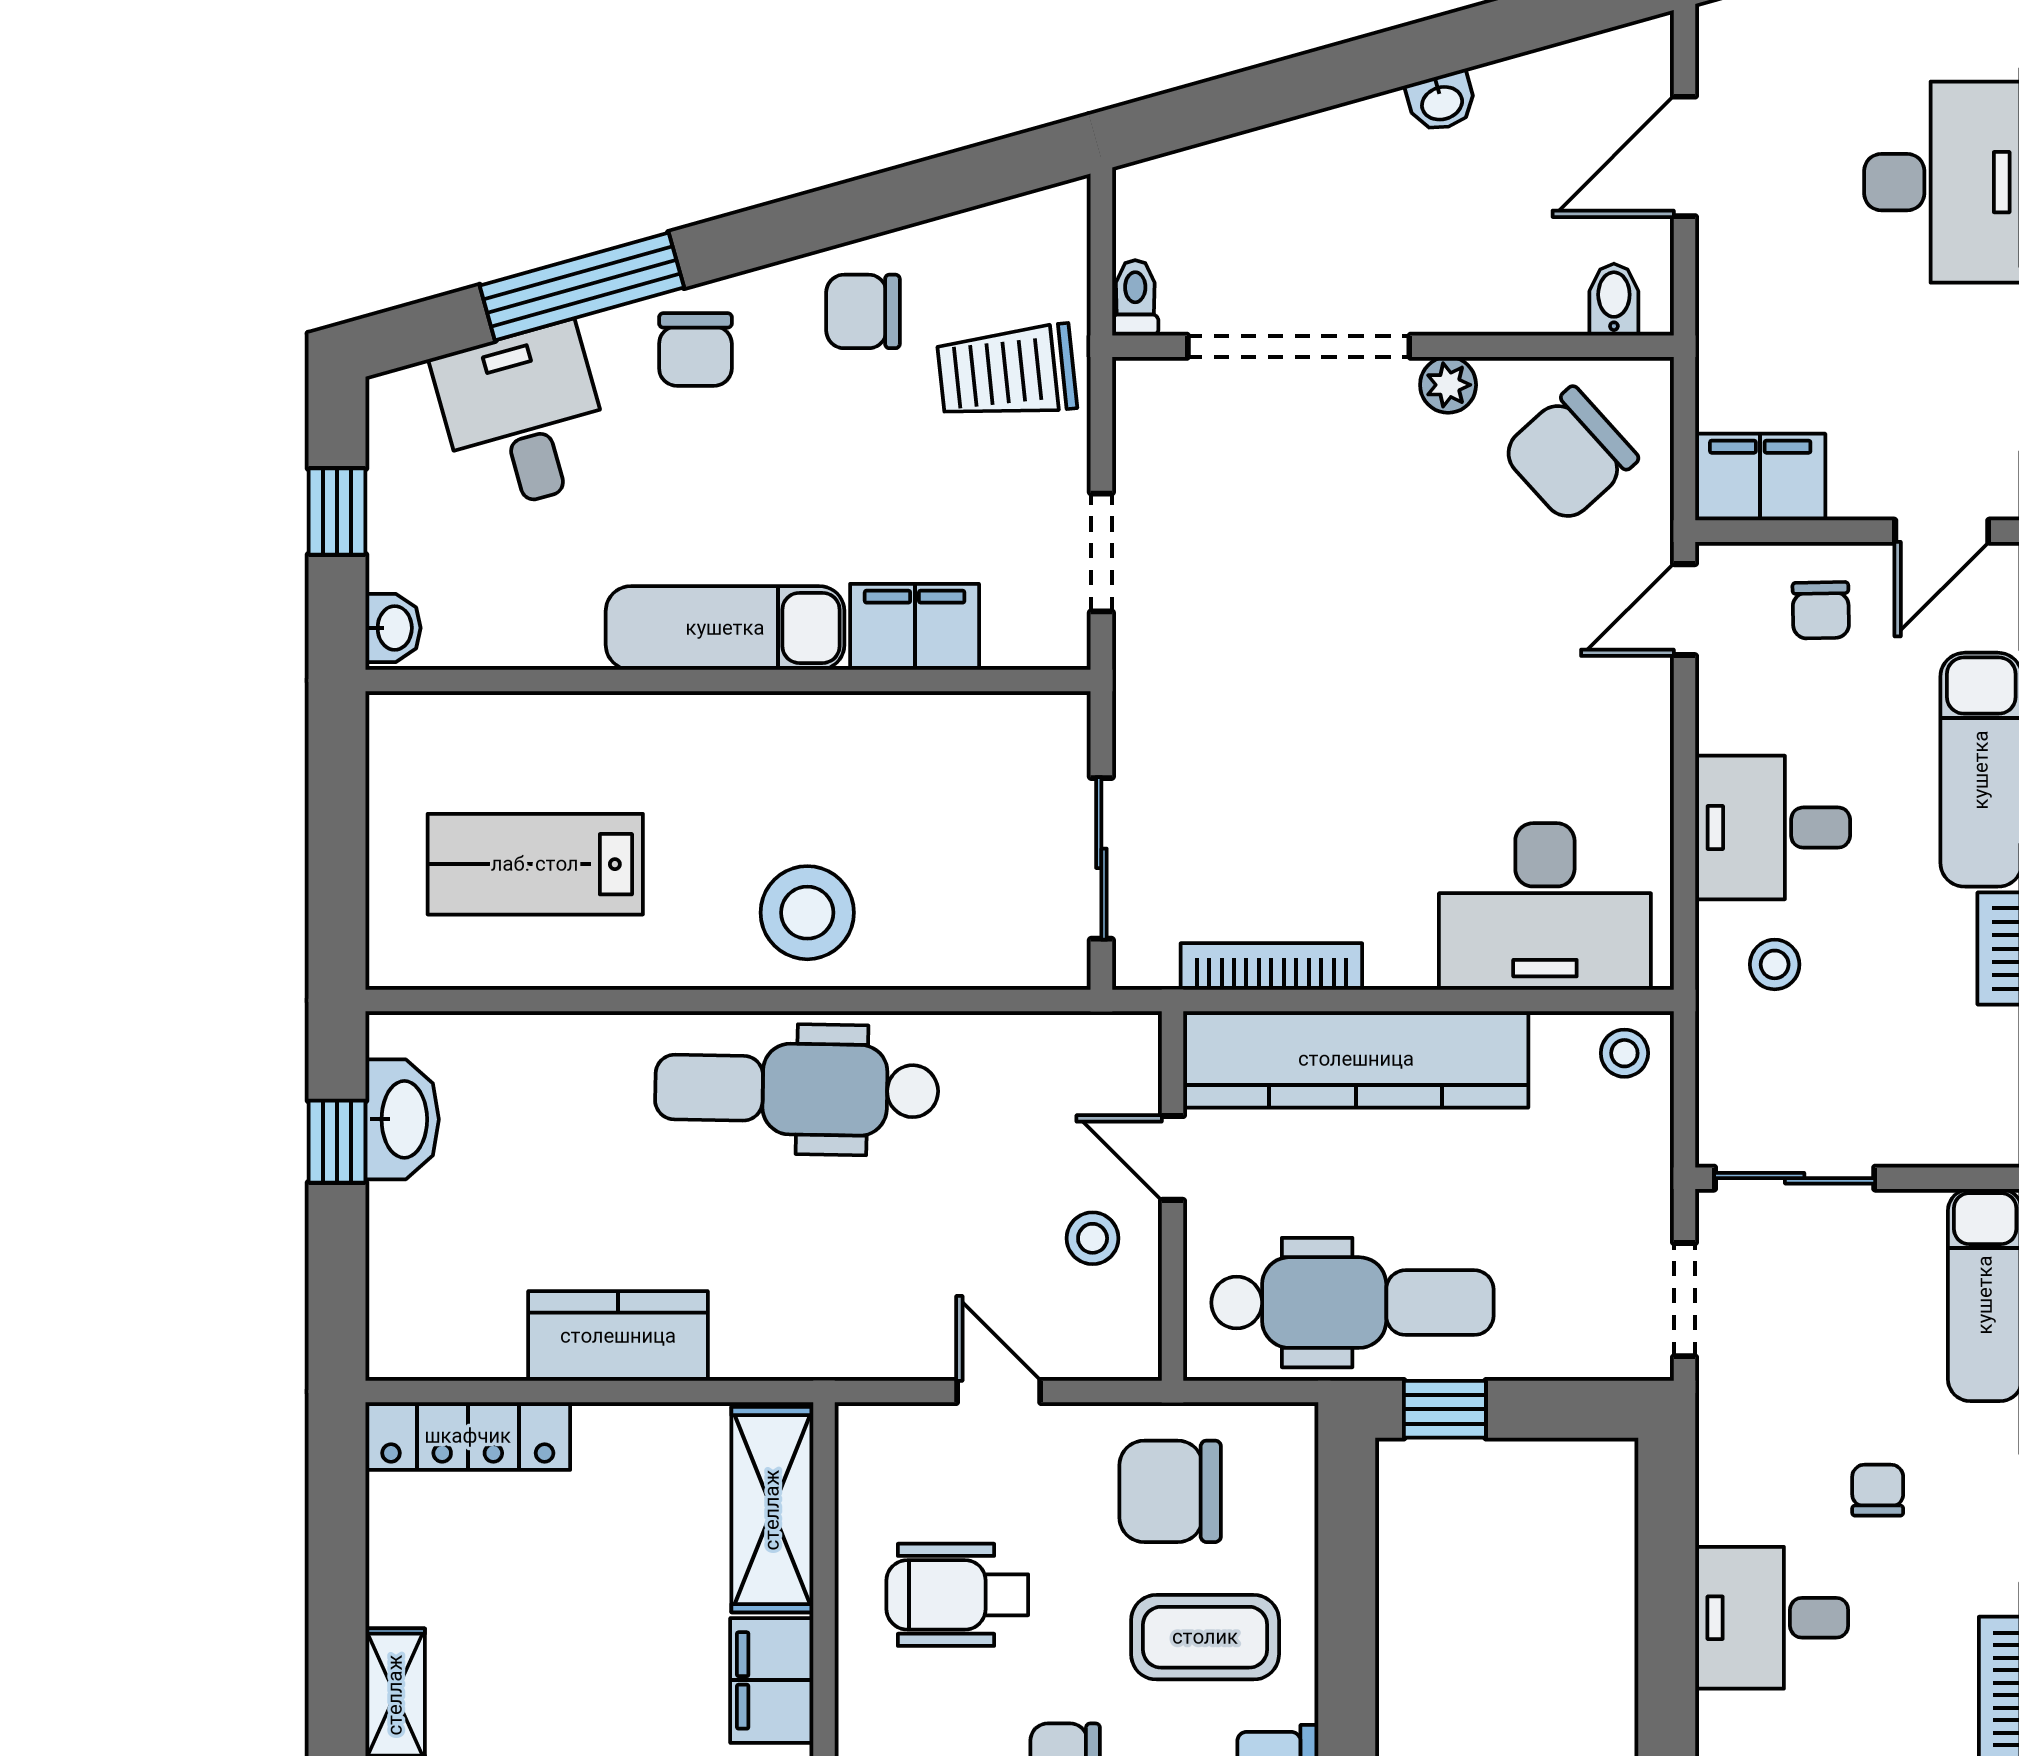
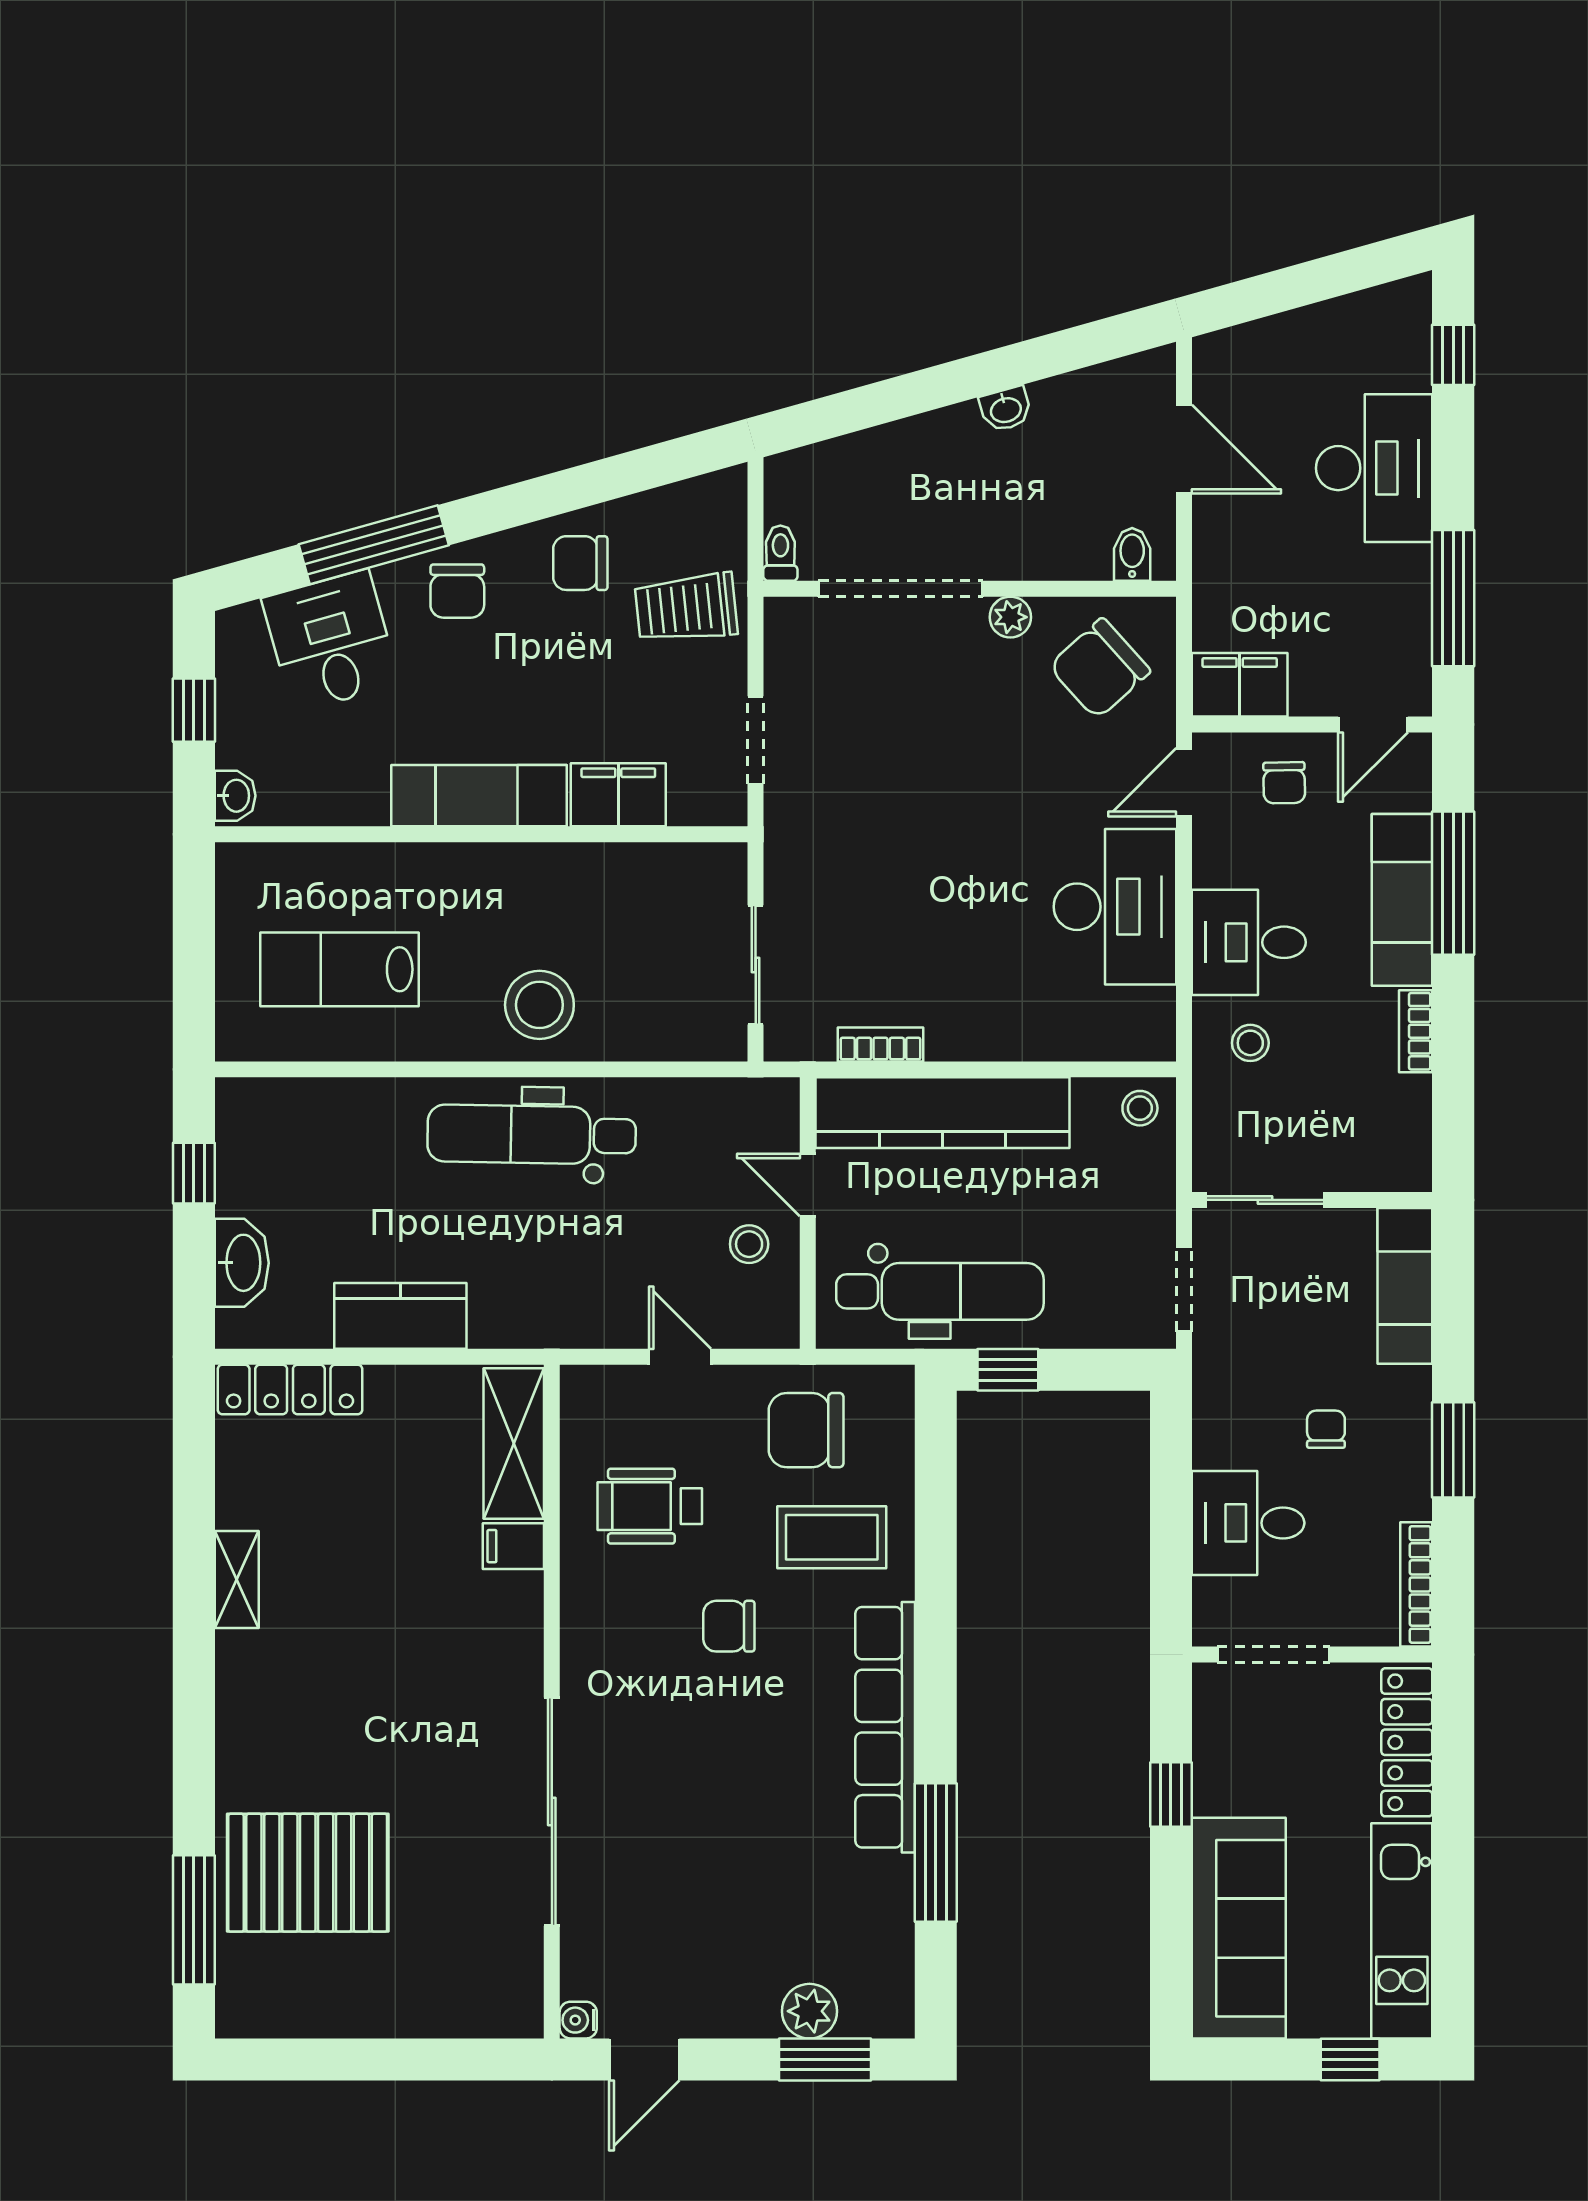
door: (1684, 156) -> (1184, 449), swing flipped
desk: (1545, 906) -> (1115, 907), moved, turned -90
bookcase: (1271, 967) -> (880, 1044), width x0.64
washbasin: (402, 1119) -> (242, 1263), moved
filing cabinet: (772, 1680) -> (513, 1546), width x0.50

